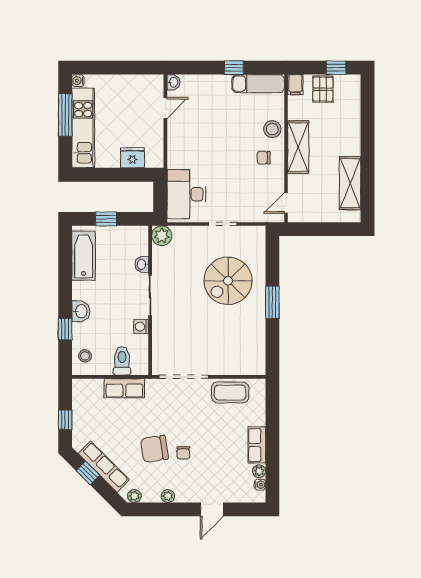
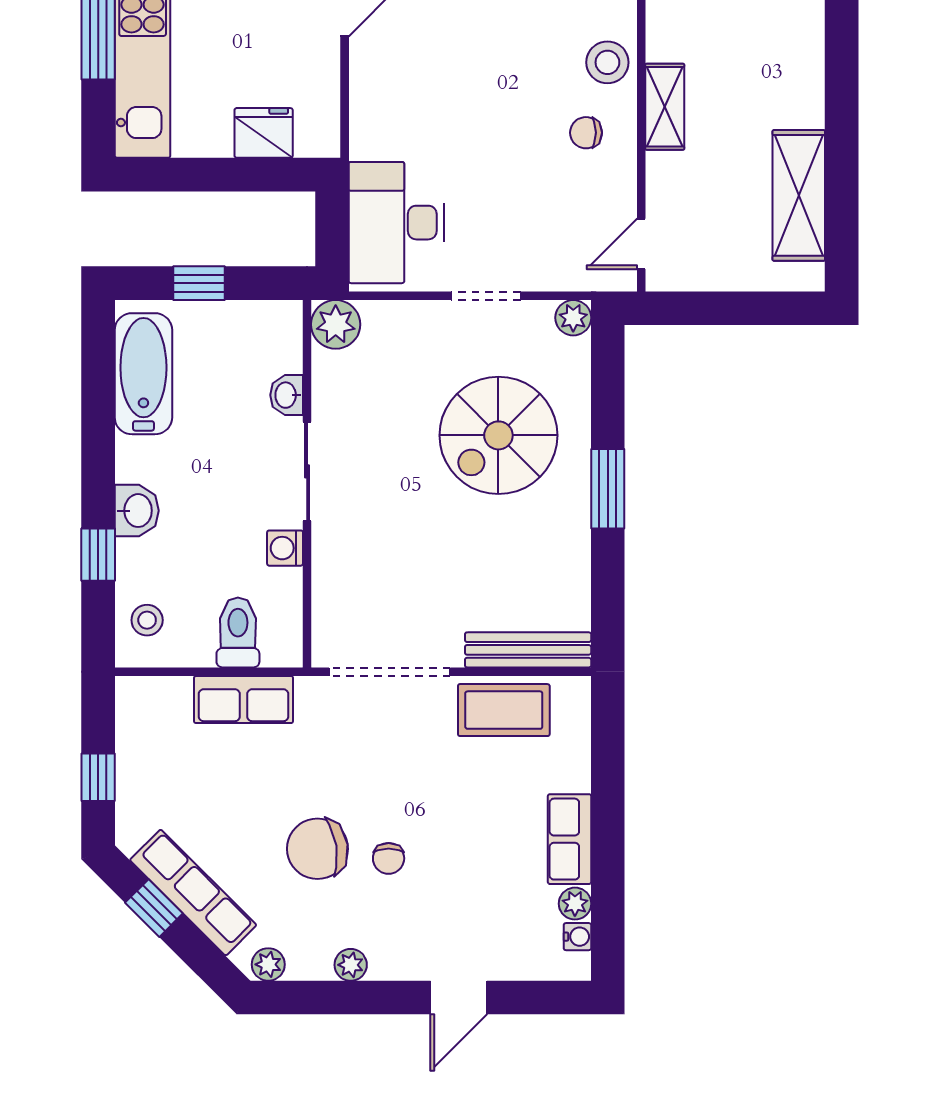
shelving: (298, 147) -> (665, 107), width x0.67, depth x0.75
plant: (258, 233) -> (573, 318), added
bench: (240, 368) -> (528, 650), added

